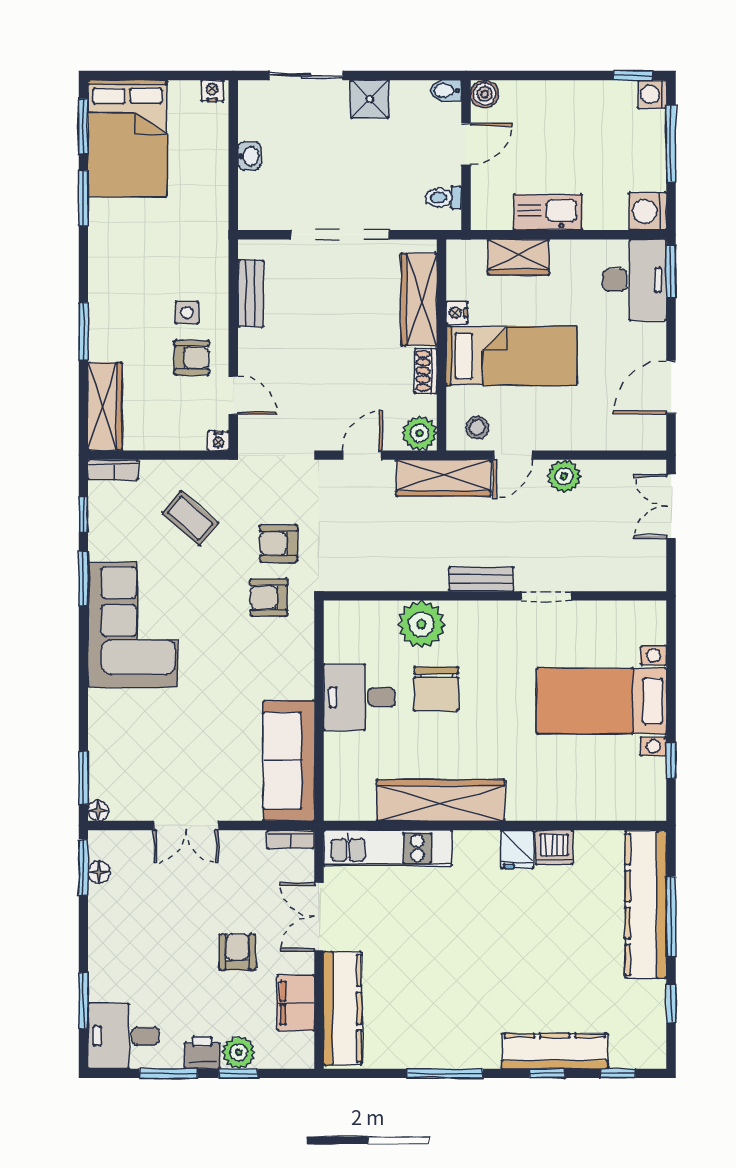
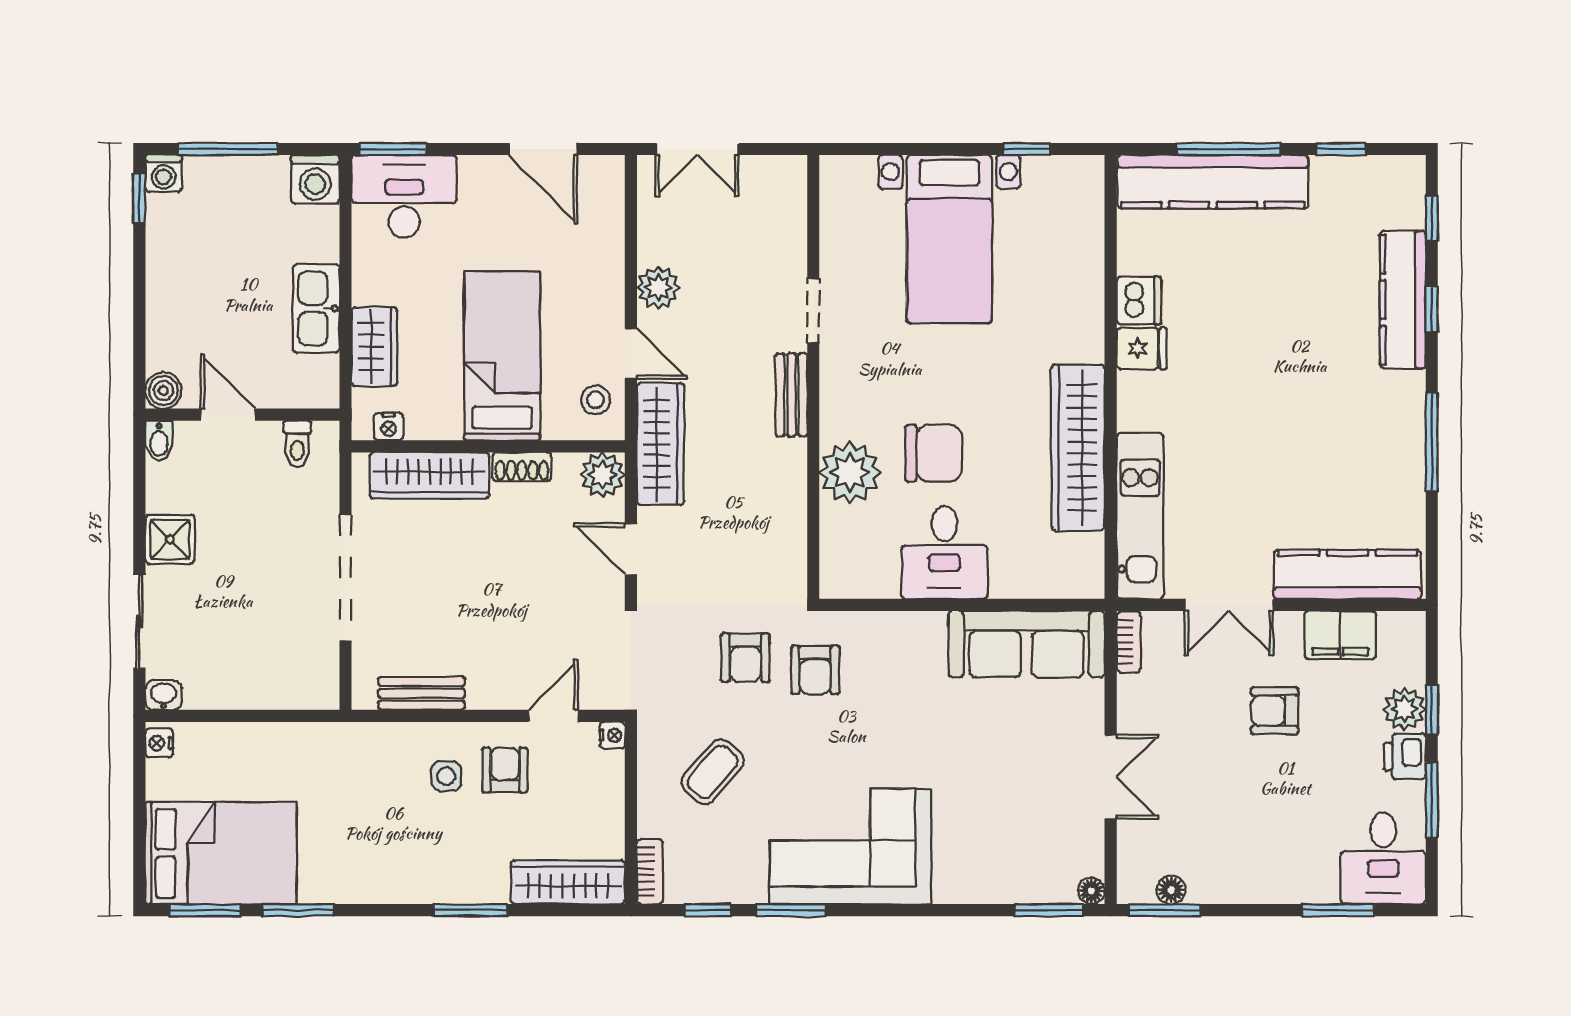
washbasin: (249, 156) -> (164, 695), moved
nightstand: (457, 313) -> (389, 427), moved

